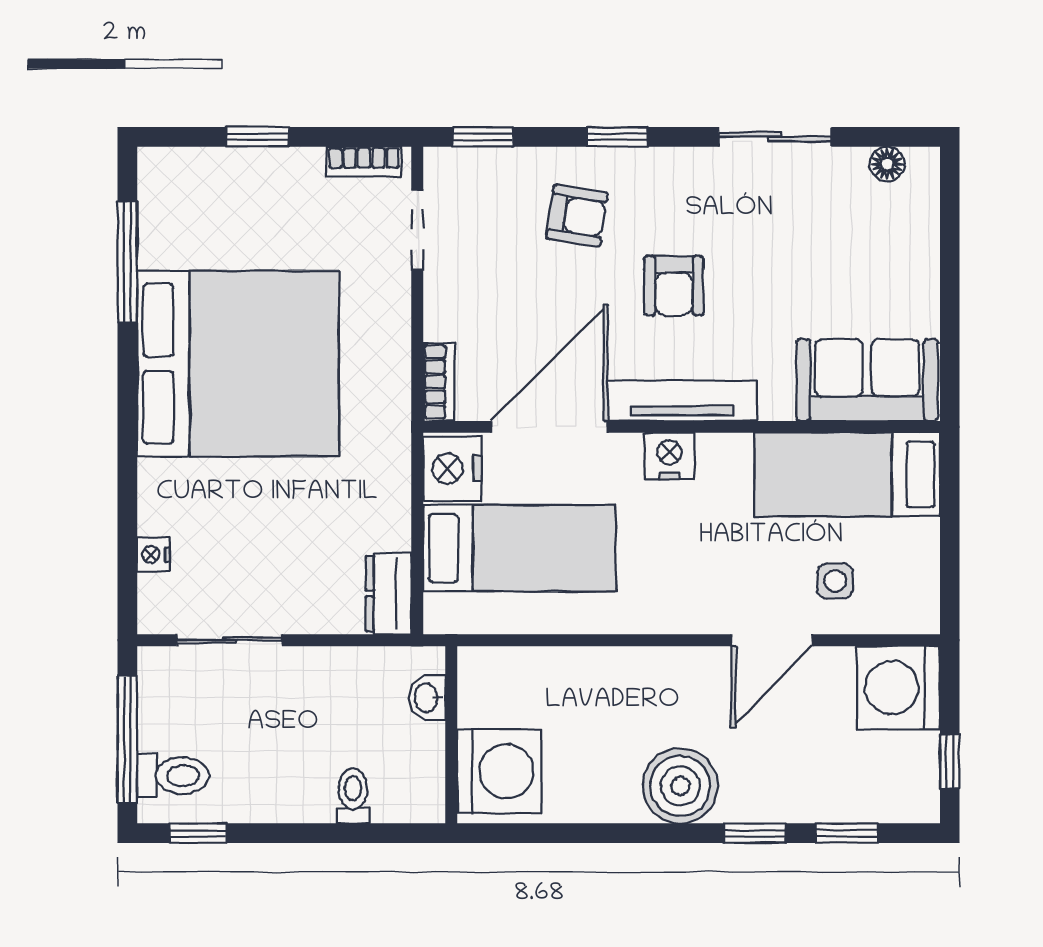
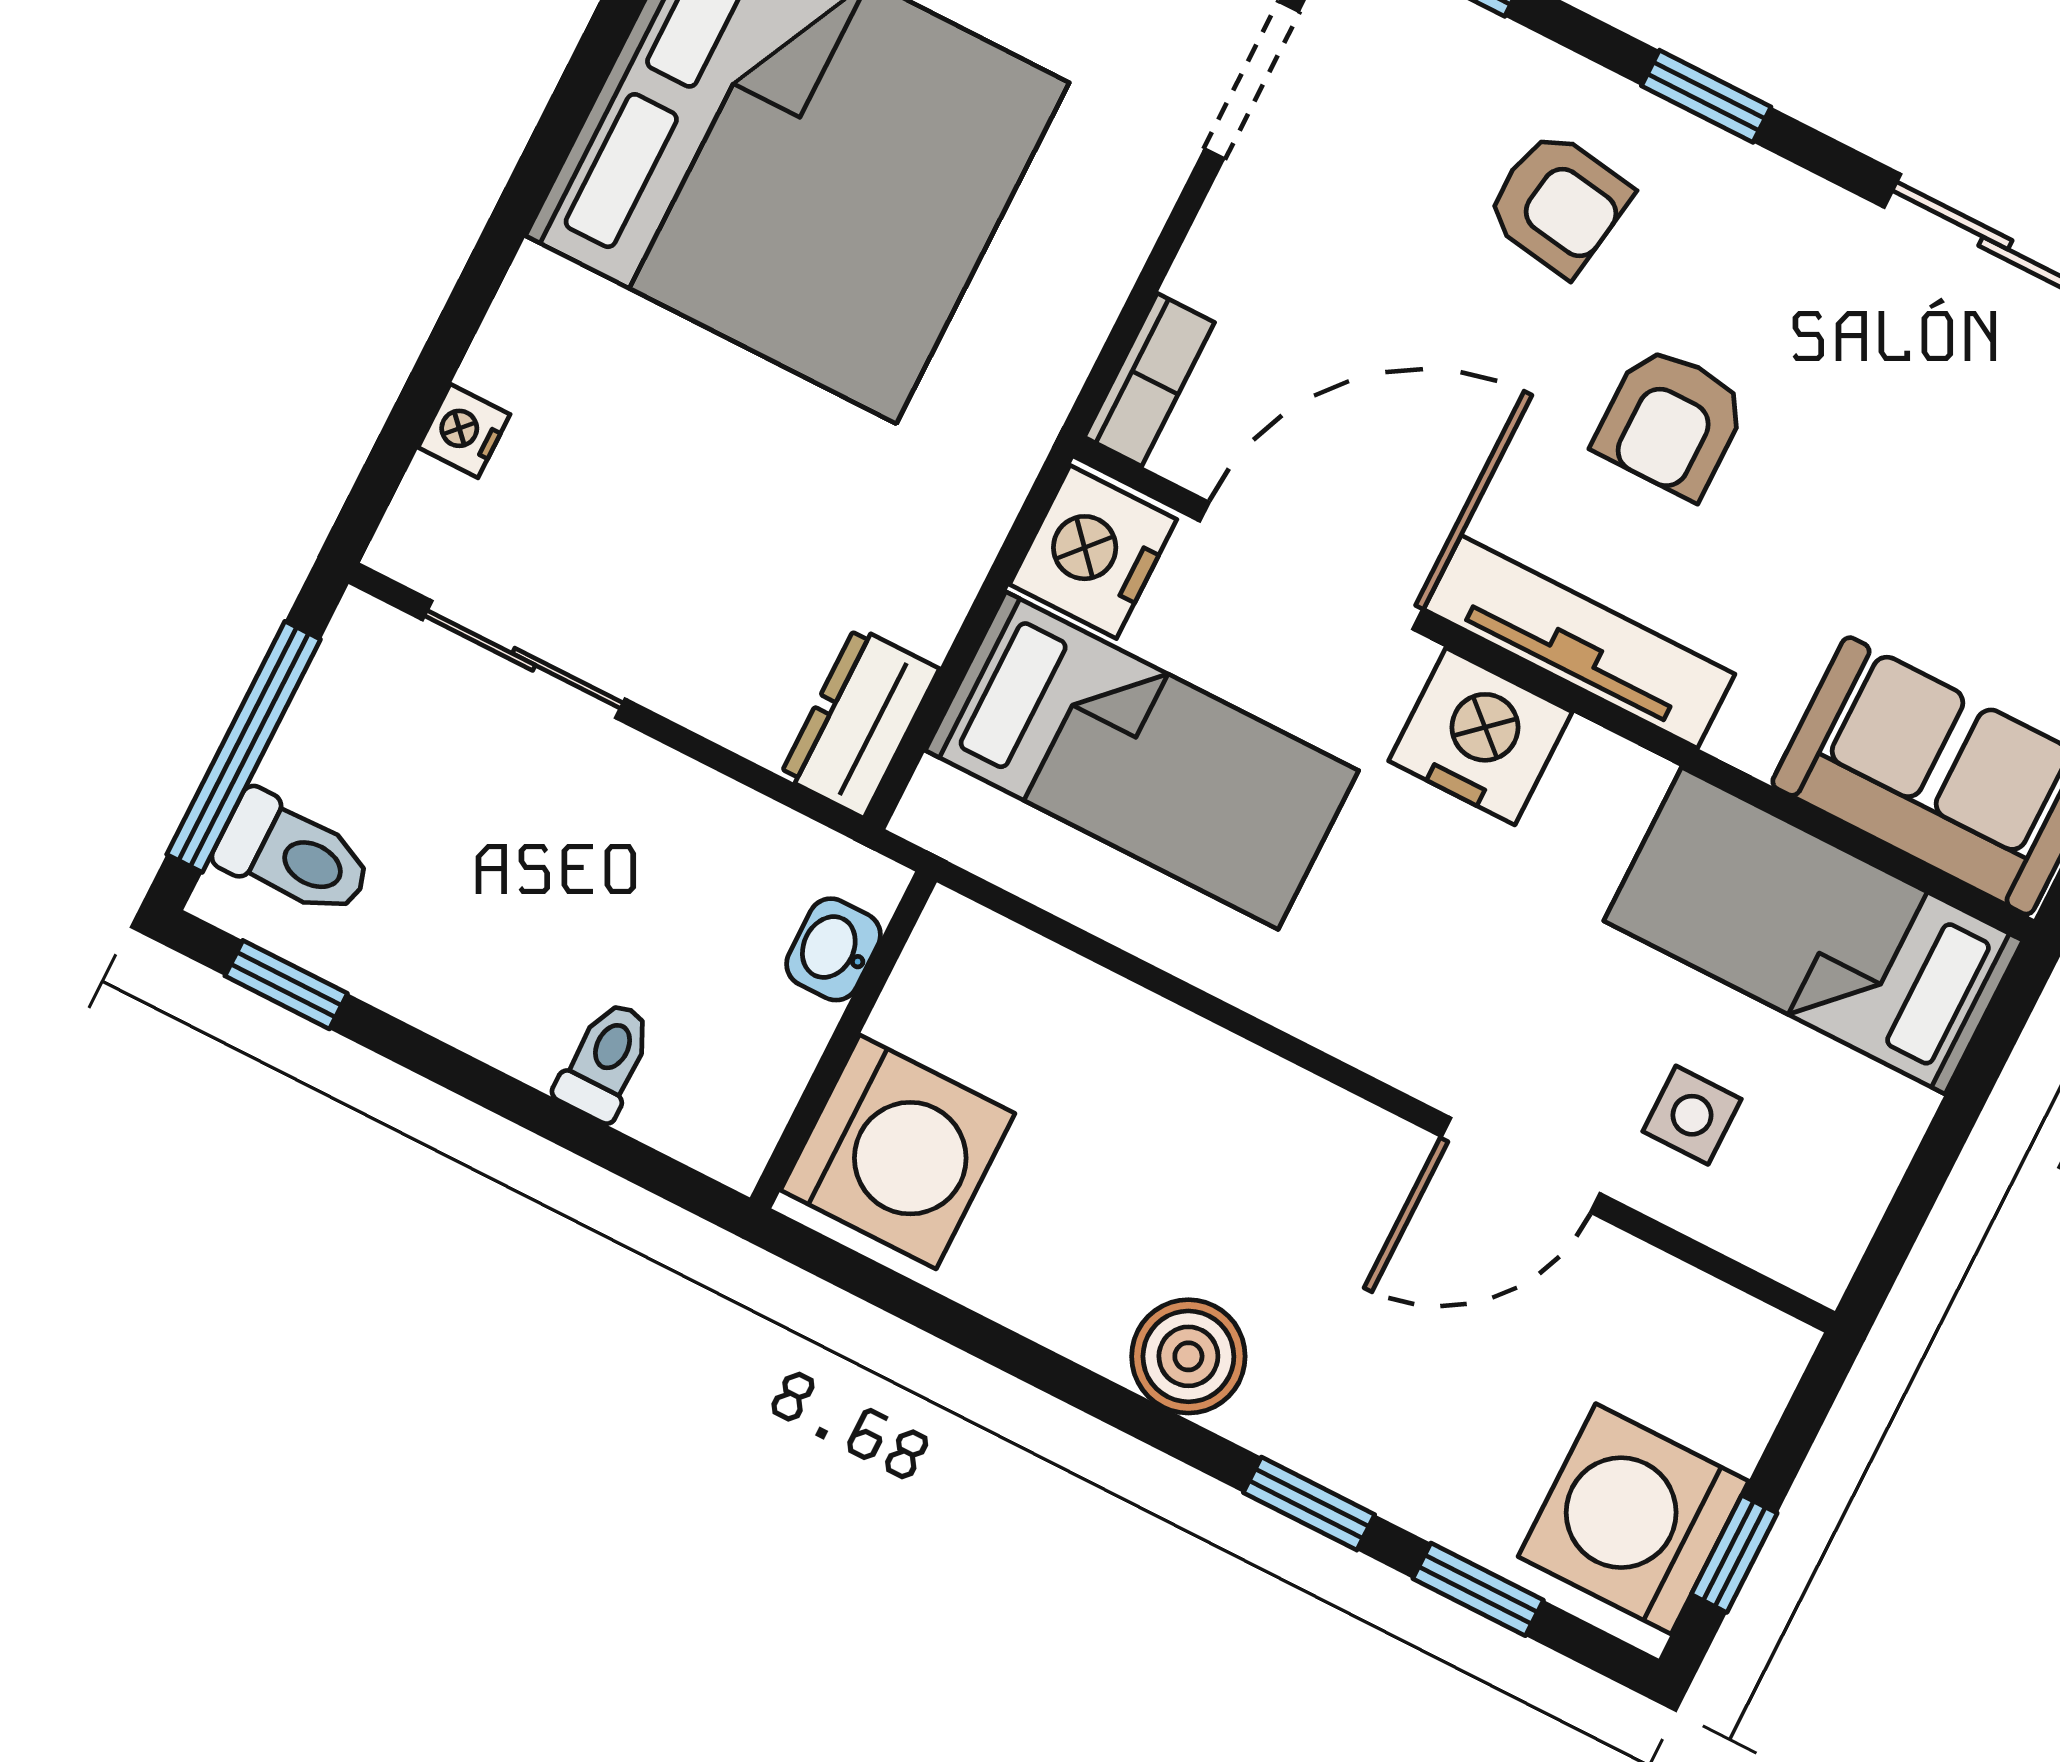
nightstand: (669, 456) -> (1480, 736), width x1.36, depth x1.33
washing machine: (898, 688) -> (1633, 1519), moved
boiler: (680, 786) -> (1188, 1356), width x0.73, depth x0.73

